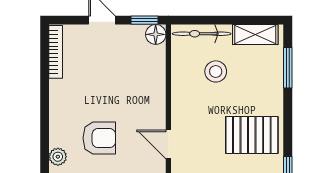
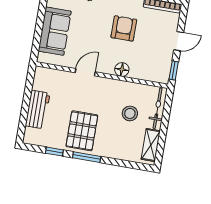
floor lamp: (156, 34) -> (122, 70), moved
window: (288, 68) -> (87, 157), moved
armchair: (99, 138) -> (124, 28), moved, turned 180

